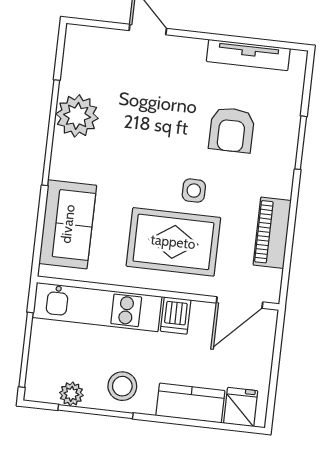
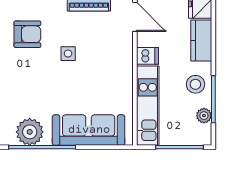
sofa: (68, 224) -> (89, 130), width x1.36
rug: (173, 242) -> (102, 63), removed

